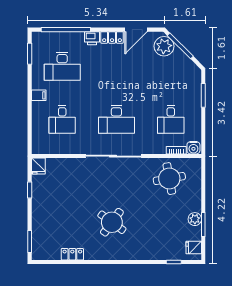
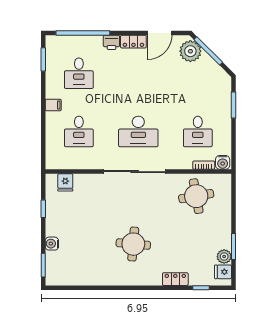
desk: (62, 66) -> (79, 73), width x0.73
fridge: (38, 166) -> (65, 182), moved
plant: (195, 219) -> (224, 257), moved
water cooler: (38, 222) -> (52, 244), added
round table: (112, 222) -> (133, 244), turned -31
locker: (72, 254) -> (175, 279), moved

